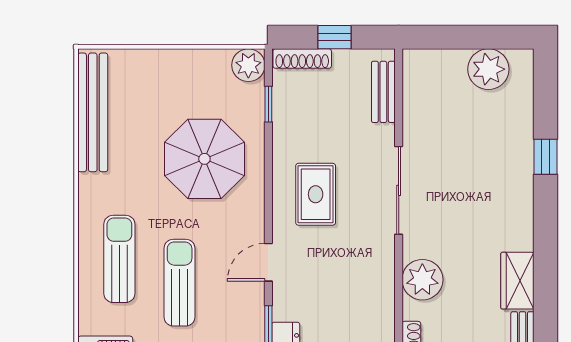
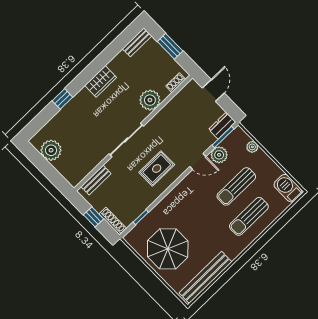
plant: (248, 65) -> (219, 155), moved
parasol: (204, 159) -> (168, 249), moved
wardrobe: (517, 281) -> (101, 81), moved

